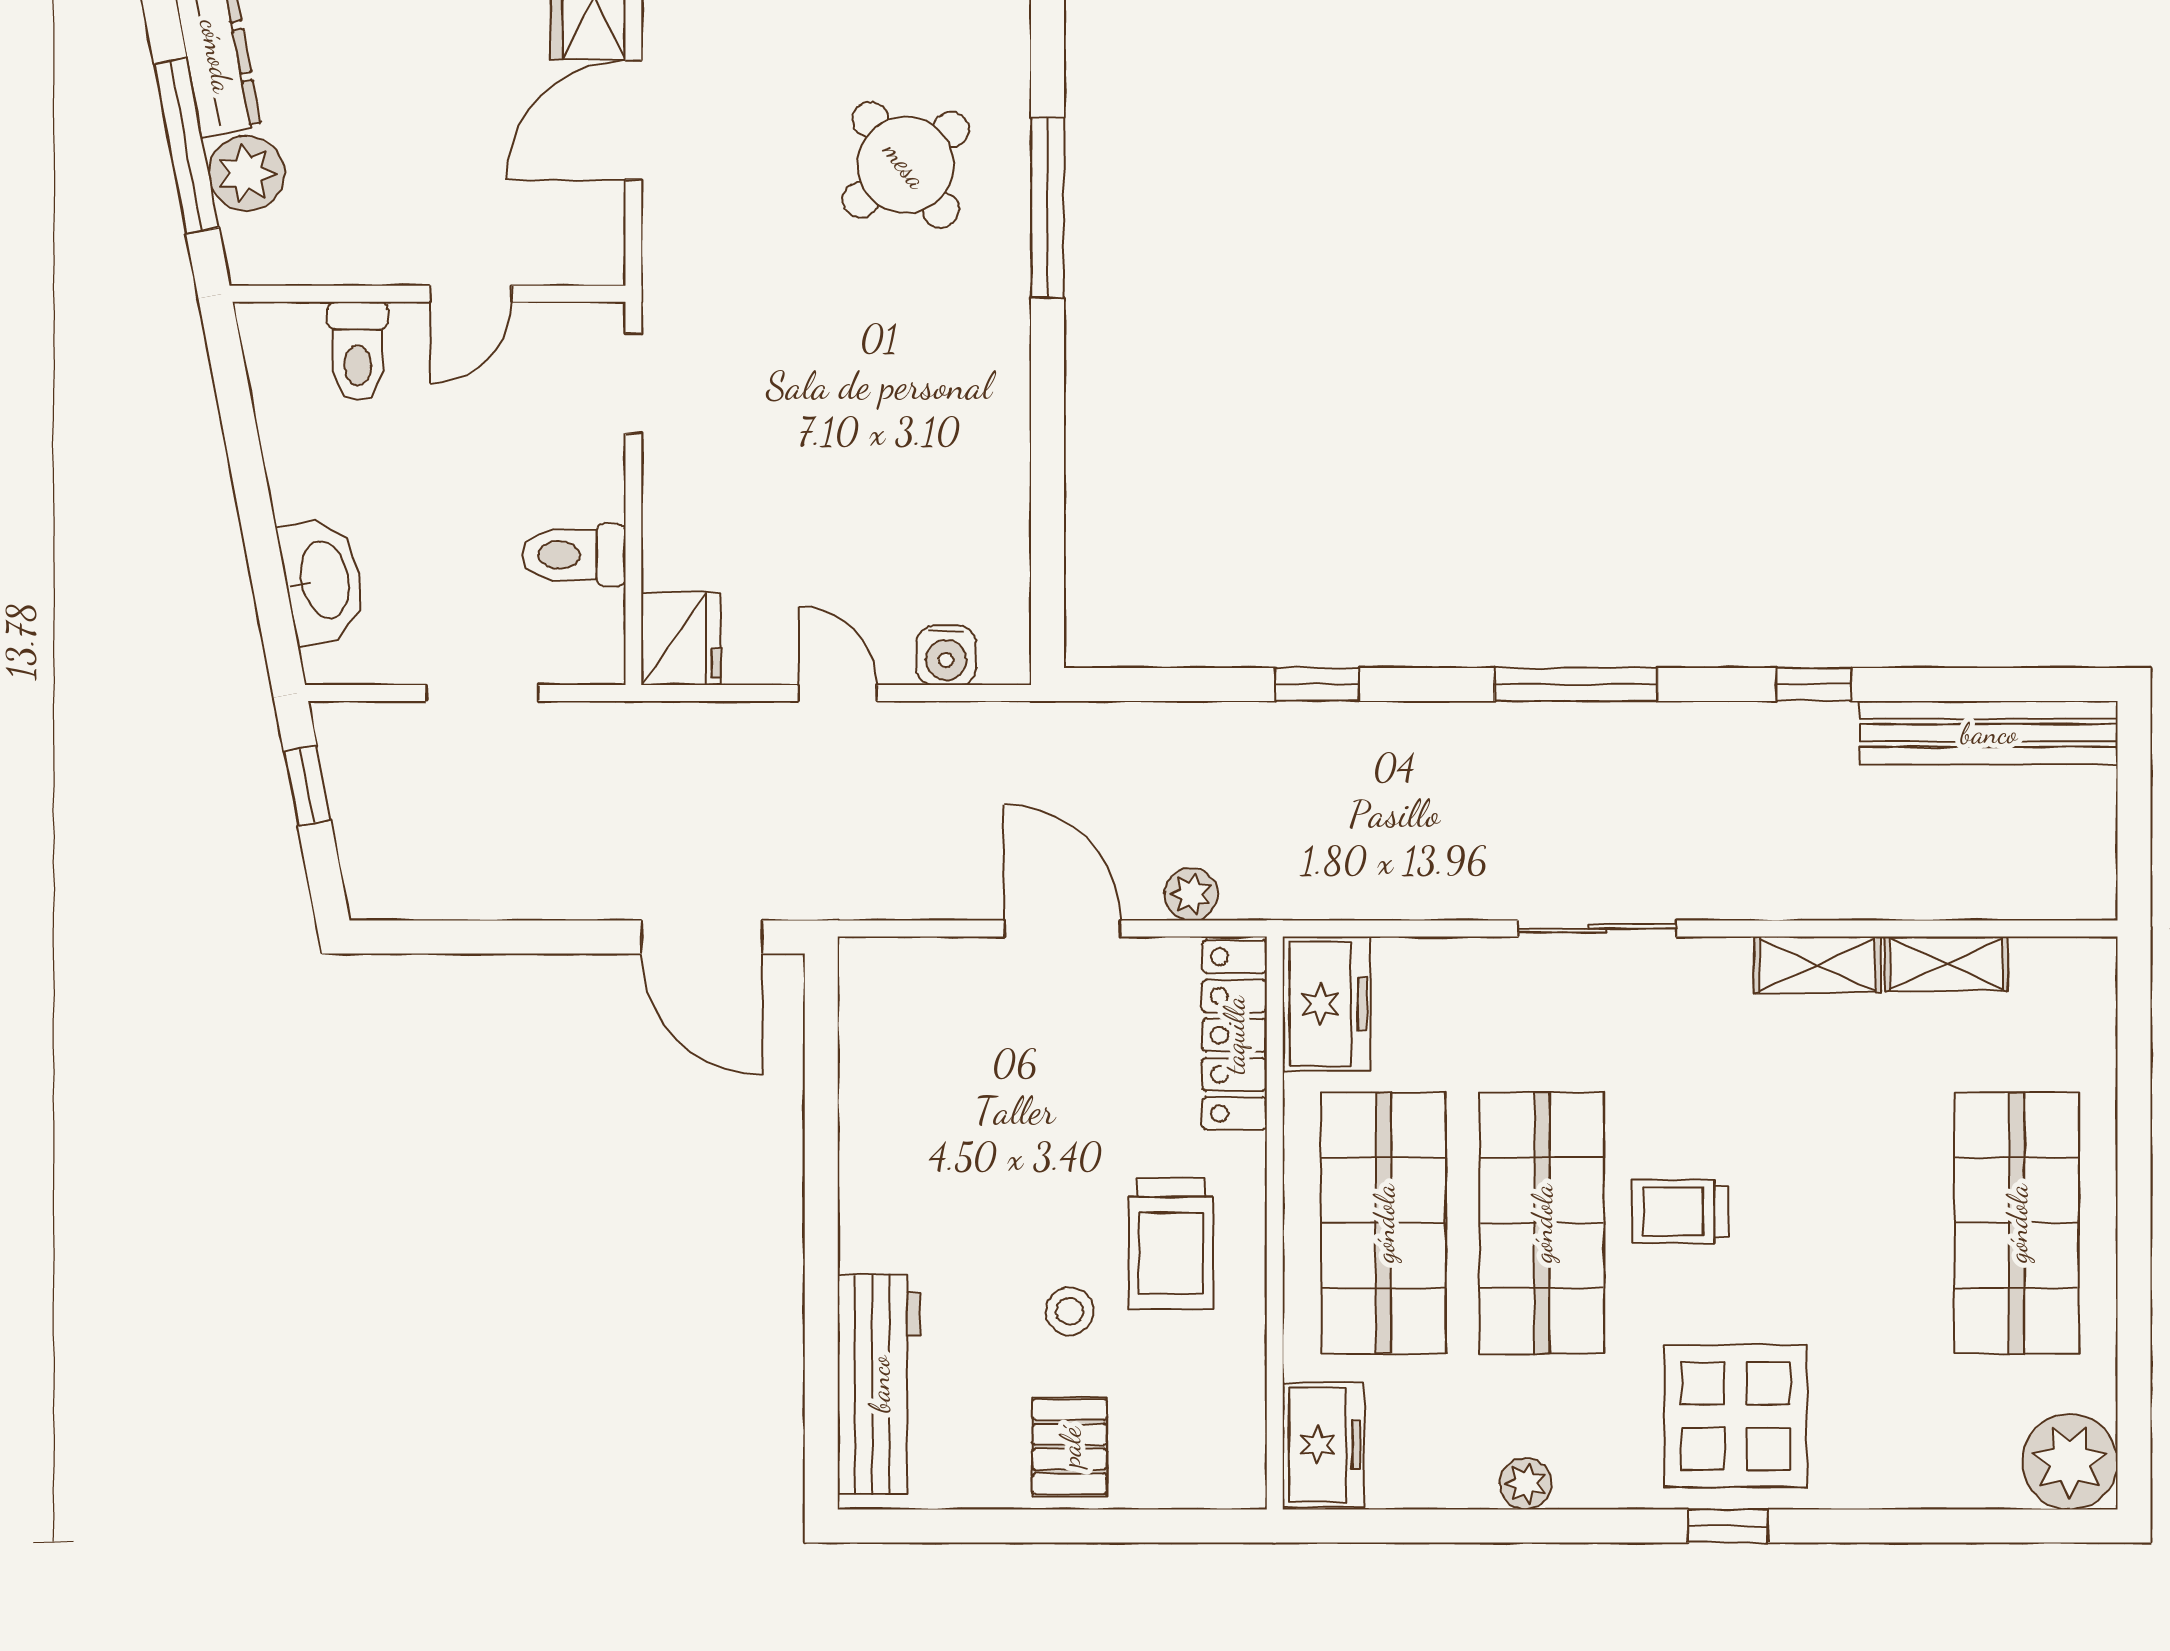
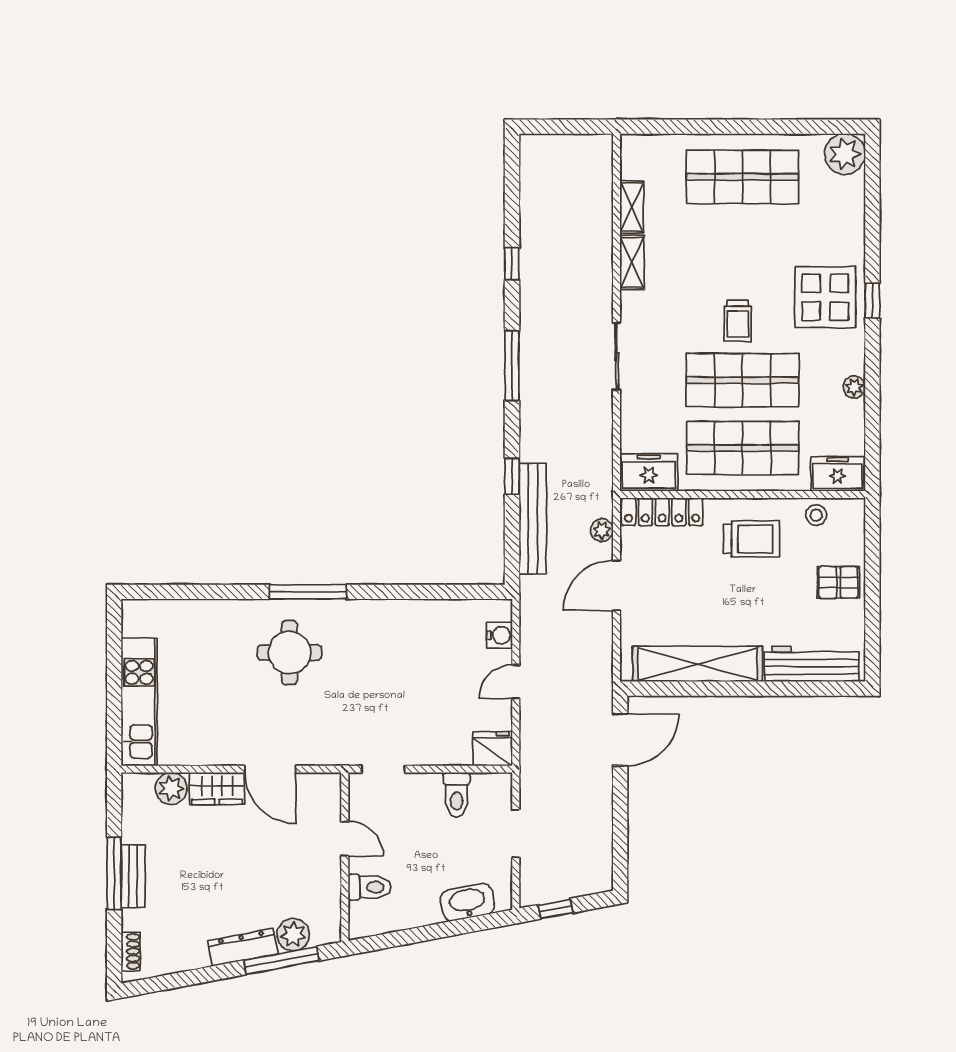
round table: (906, 165) -> (289, 653), turned 38
bench: (1989, 733) -> (533, 519), moved
shelving: (879, 1118) -> (698, 664), added
stool: (1070, 1311) -> (816, 515), moved

